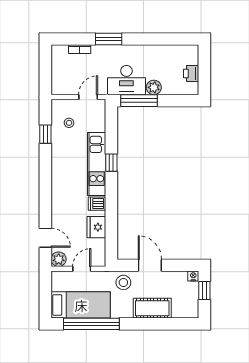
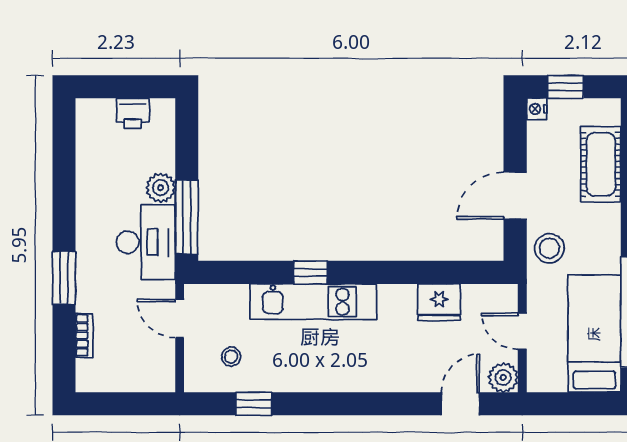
dishwasher: (97, 204) -> (392, 301), removed
cot: (152, 308) -> (601, 164), moved

